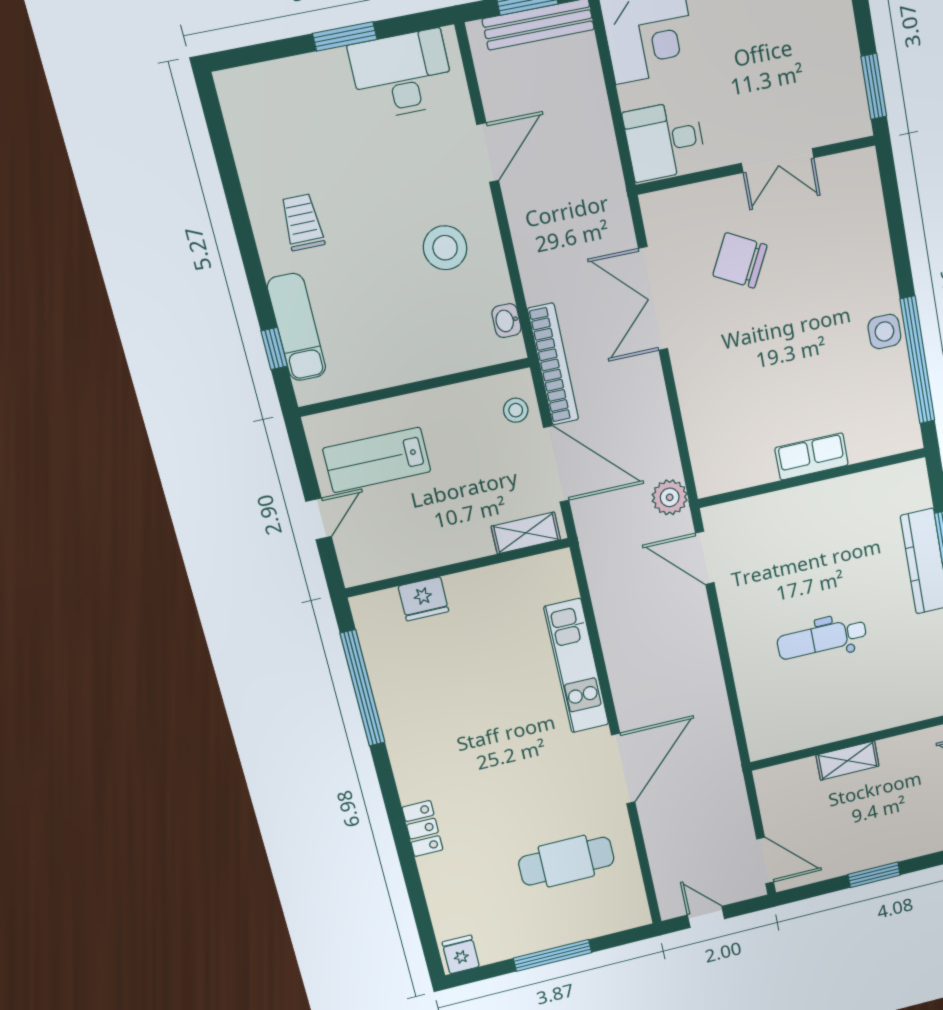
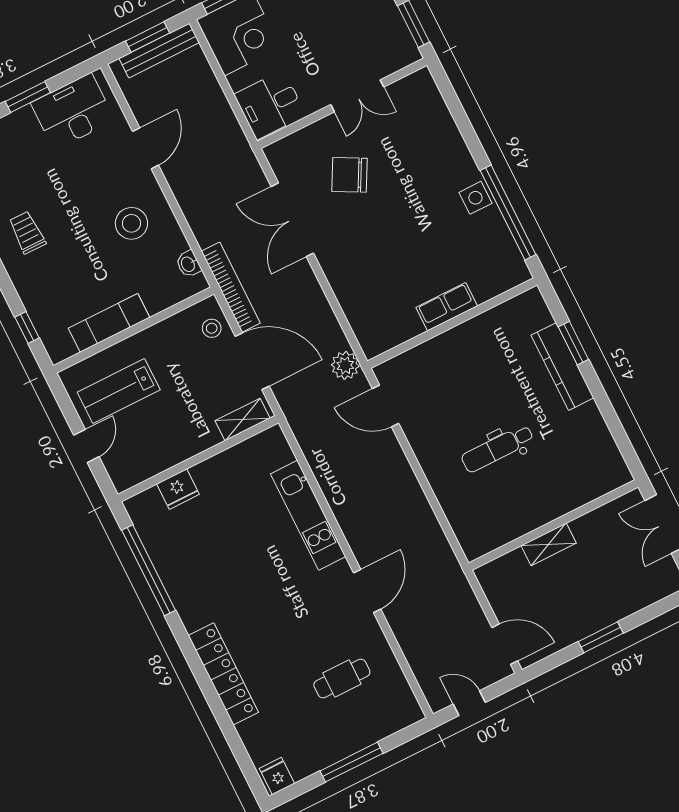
exam couch: (297, 327) -> (109, 323), moved, turned -90
door: (623, 769) -> (367, 591), width x0.73
locker: (422, 829) -> (223, 674), width x2.16, depth x1.21
cafe table: (566, 861) -> (342, 679), width x0.73, depth x0.74

